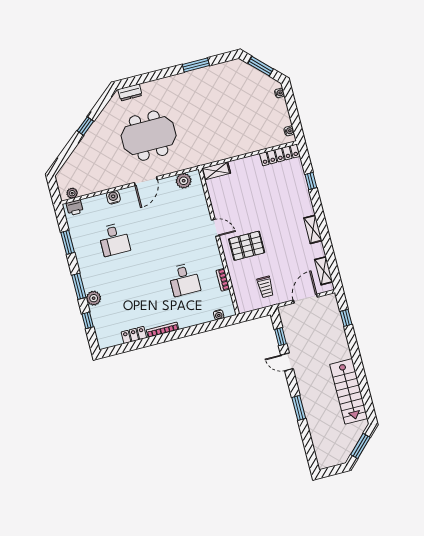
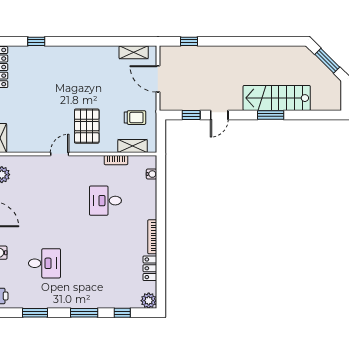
shelving: (313, 229) -> (133, 146), moved
desk: (184, 280) -> (105, 201), turned 180
plant: (94, 298) -> (149, 301), moved
stairs: (349, 391) -> (277, 98), moved, turned 180

